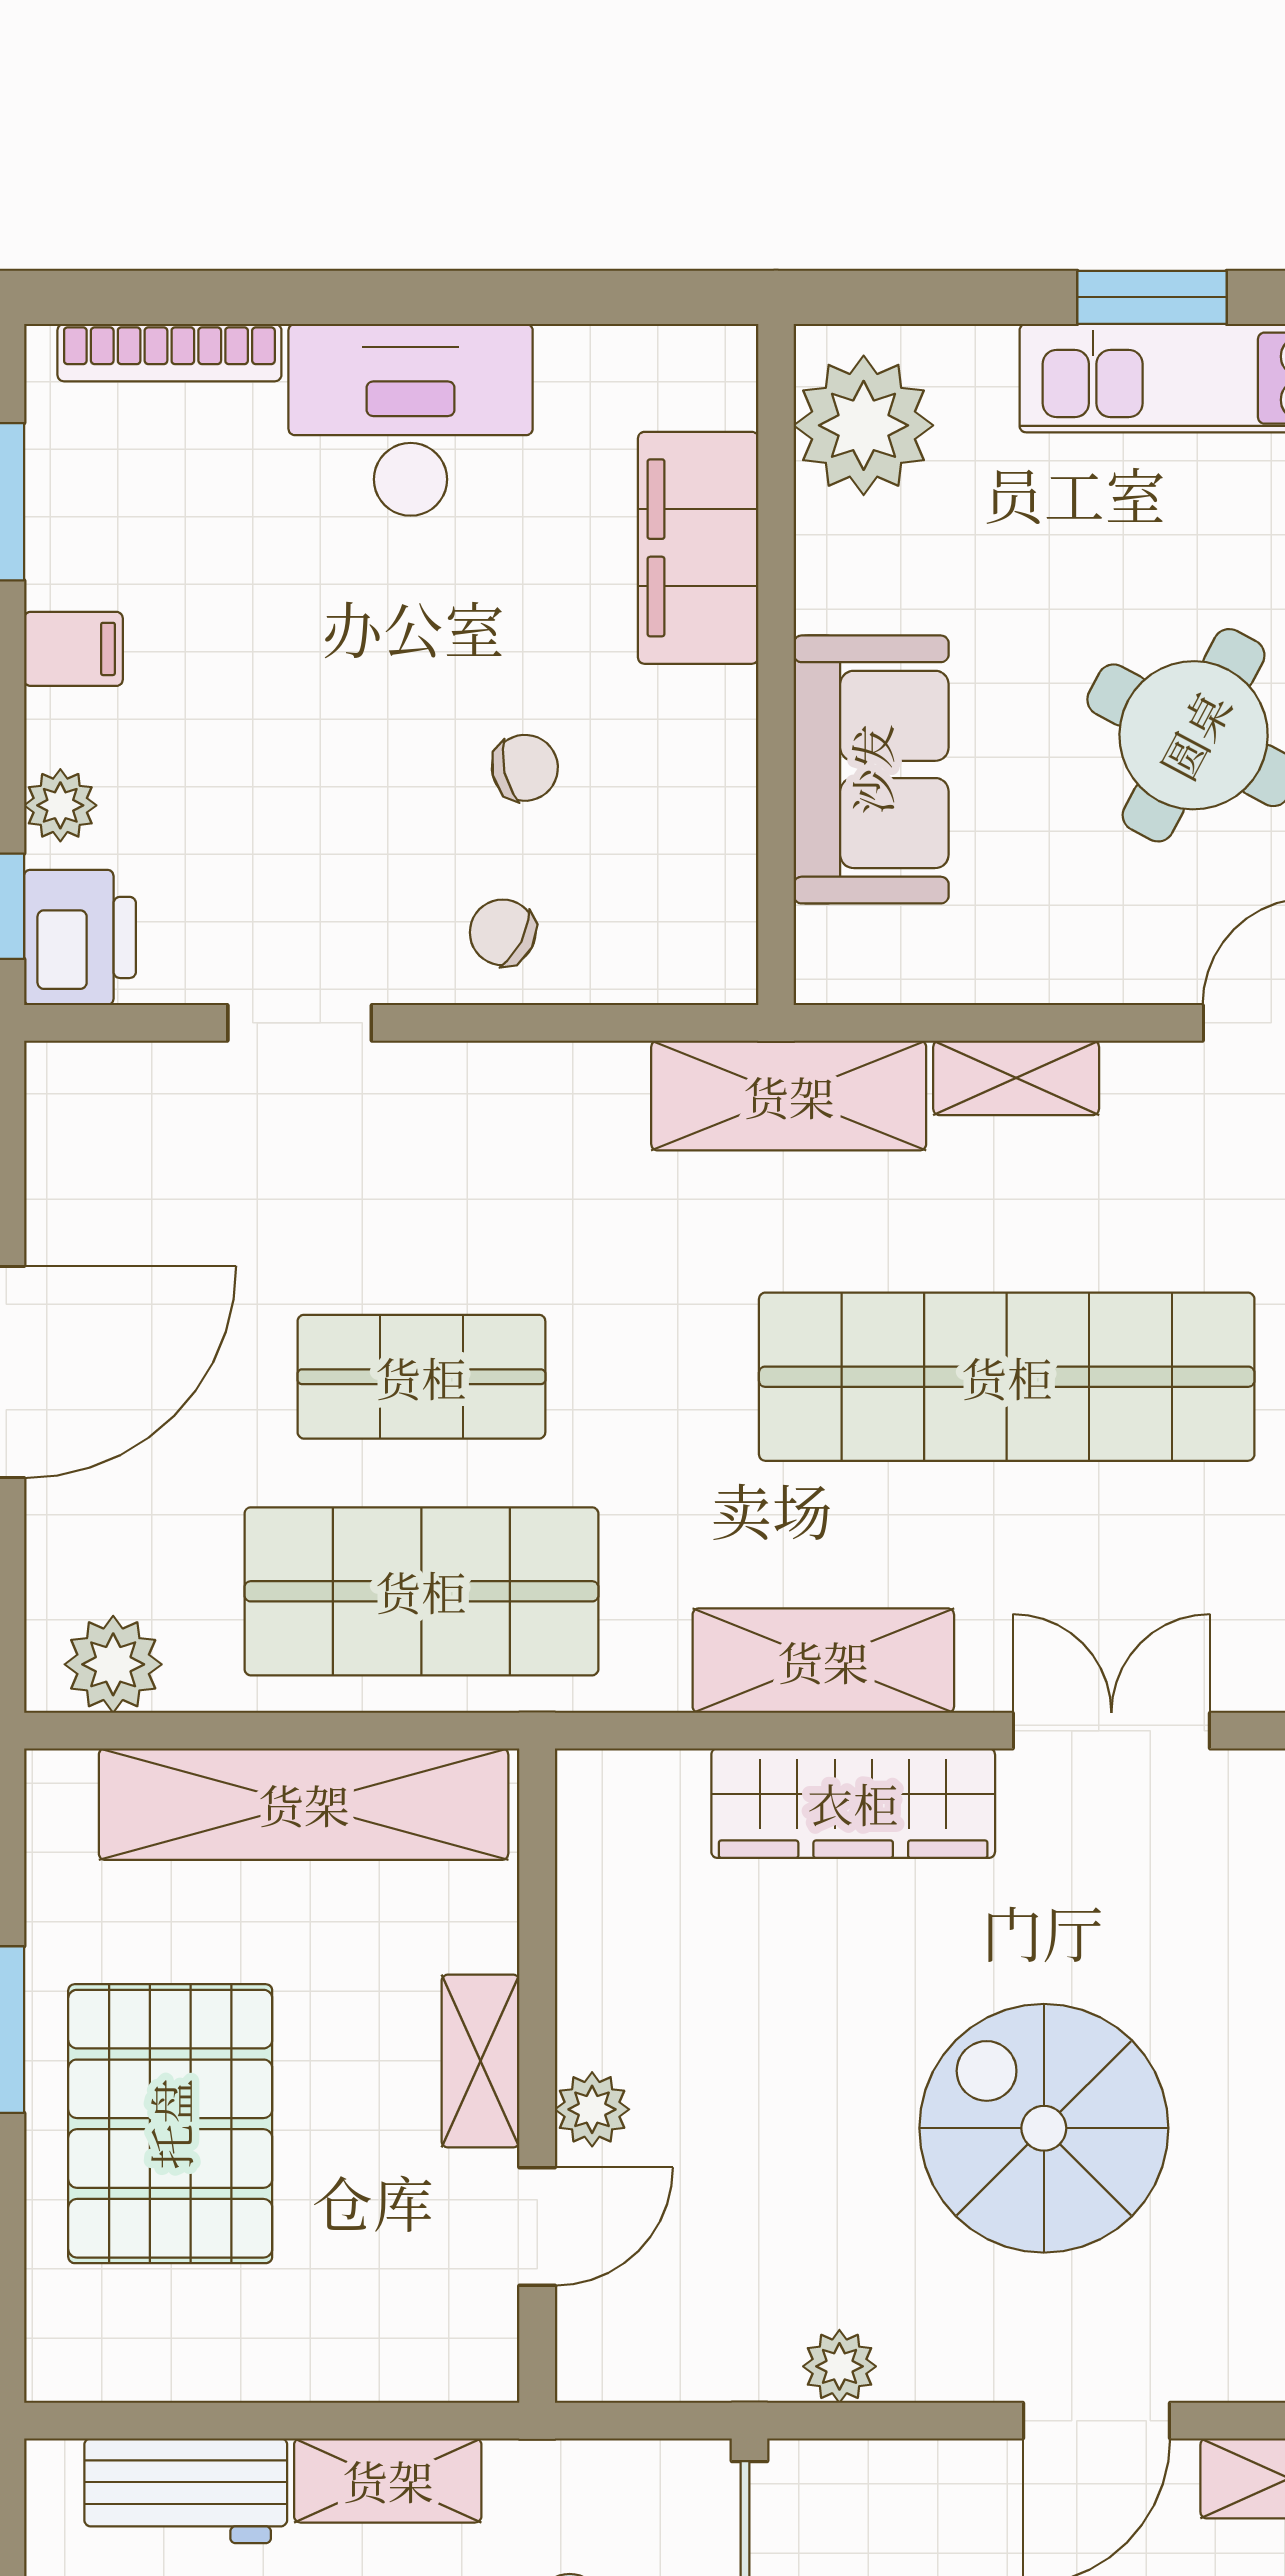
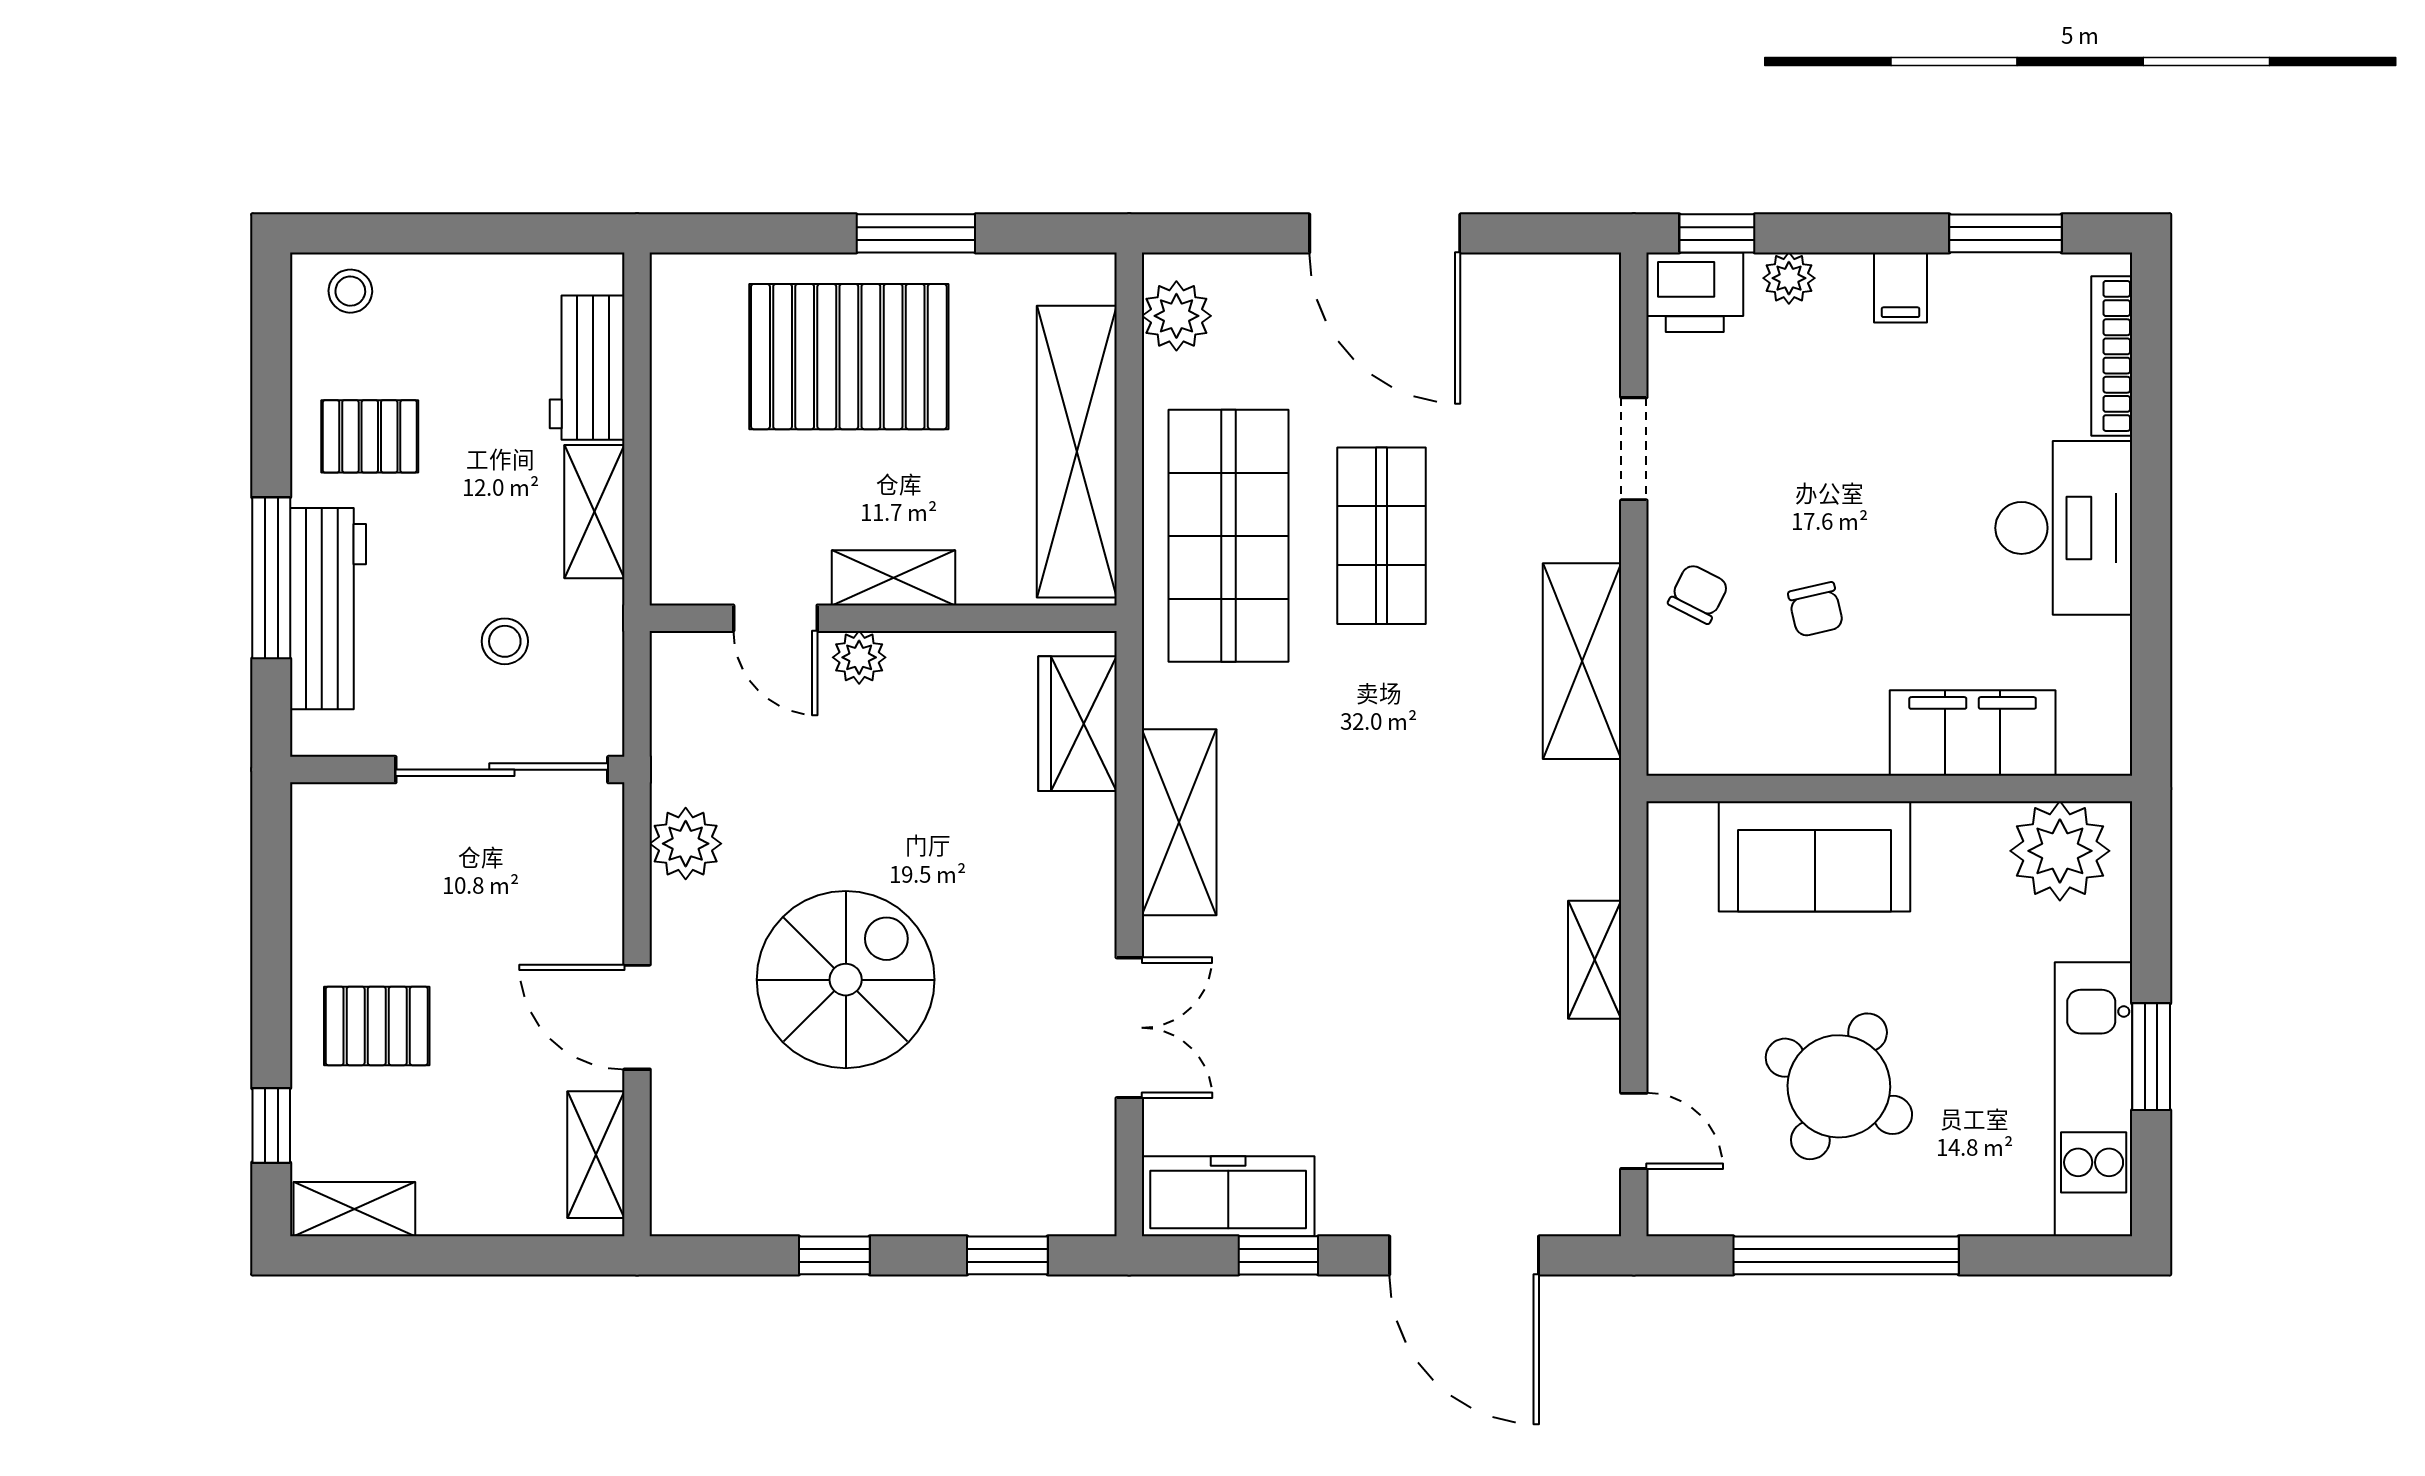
shelving: (789, 1096) -> (1582, 661), moved
shop shelf: (1007, 1377) -> (1382, 953), removed
wardrobe: (853, 1803) -> (1077, 724), moved, width x0.67
plant: (839, 2366) -> (686, 844), width x1.38, depth x1.38

